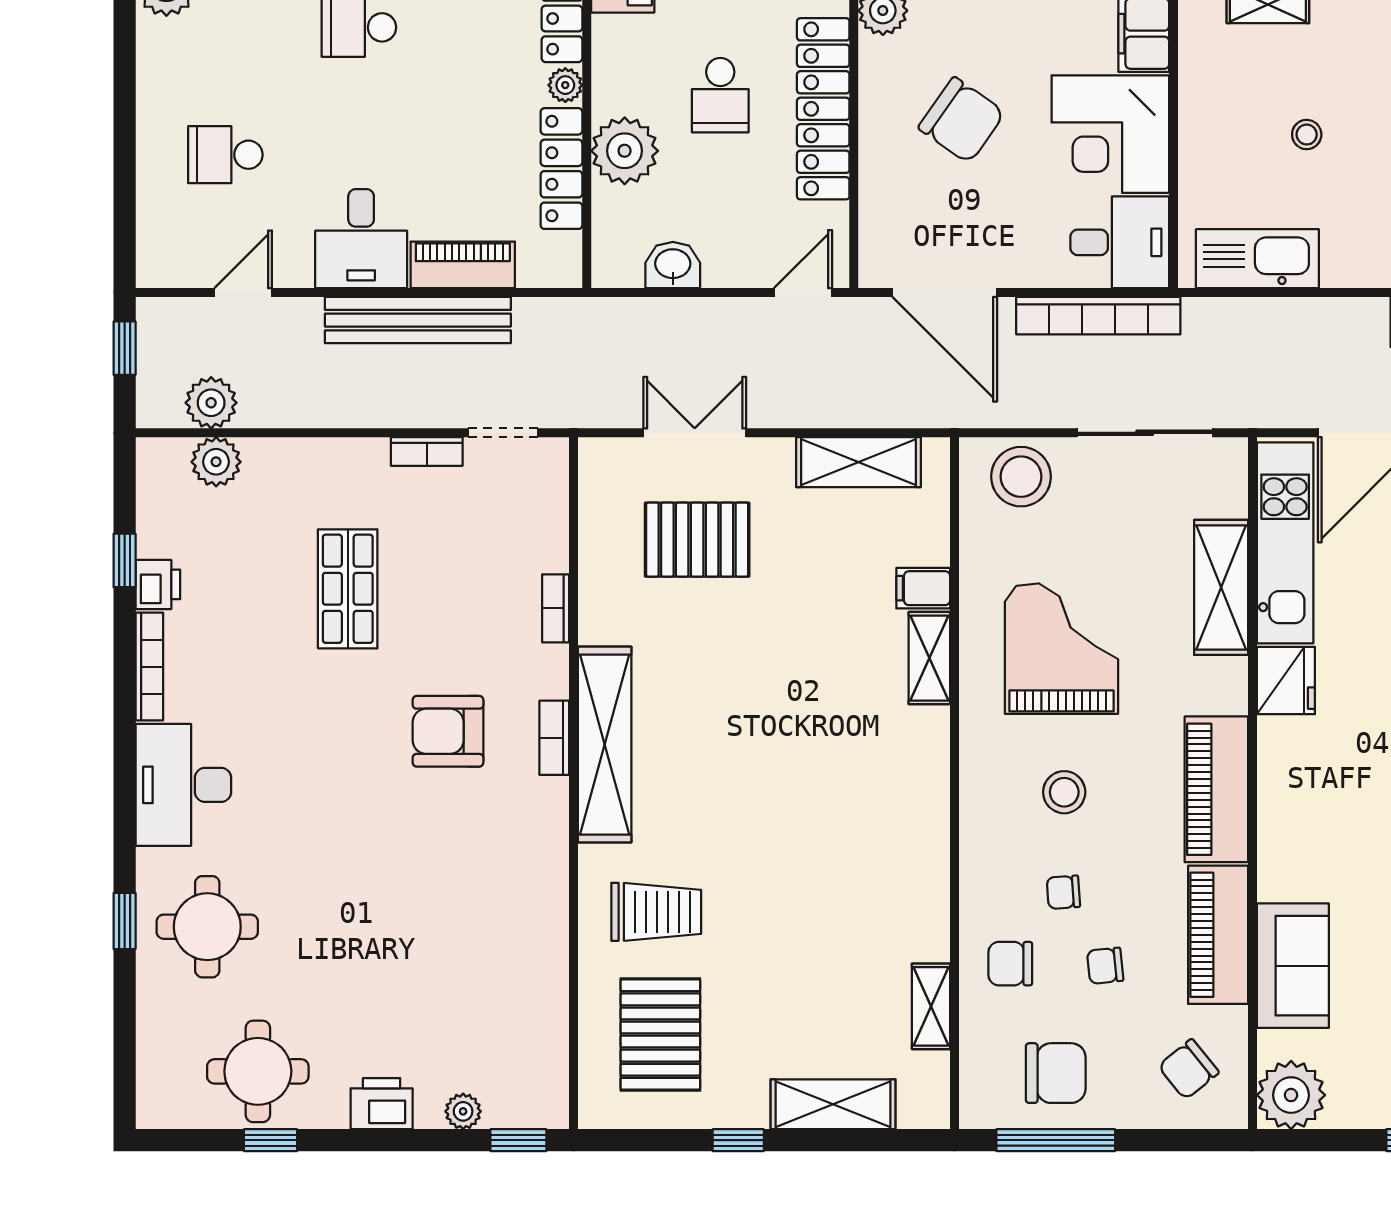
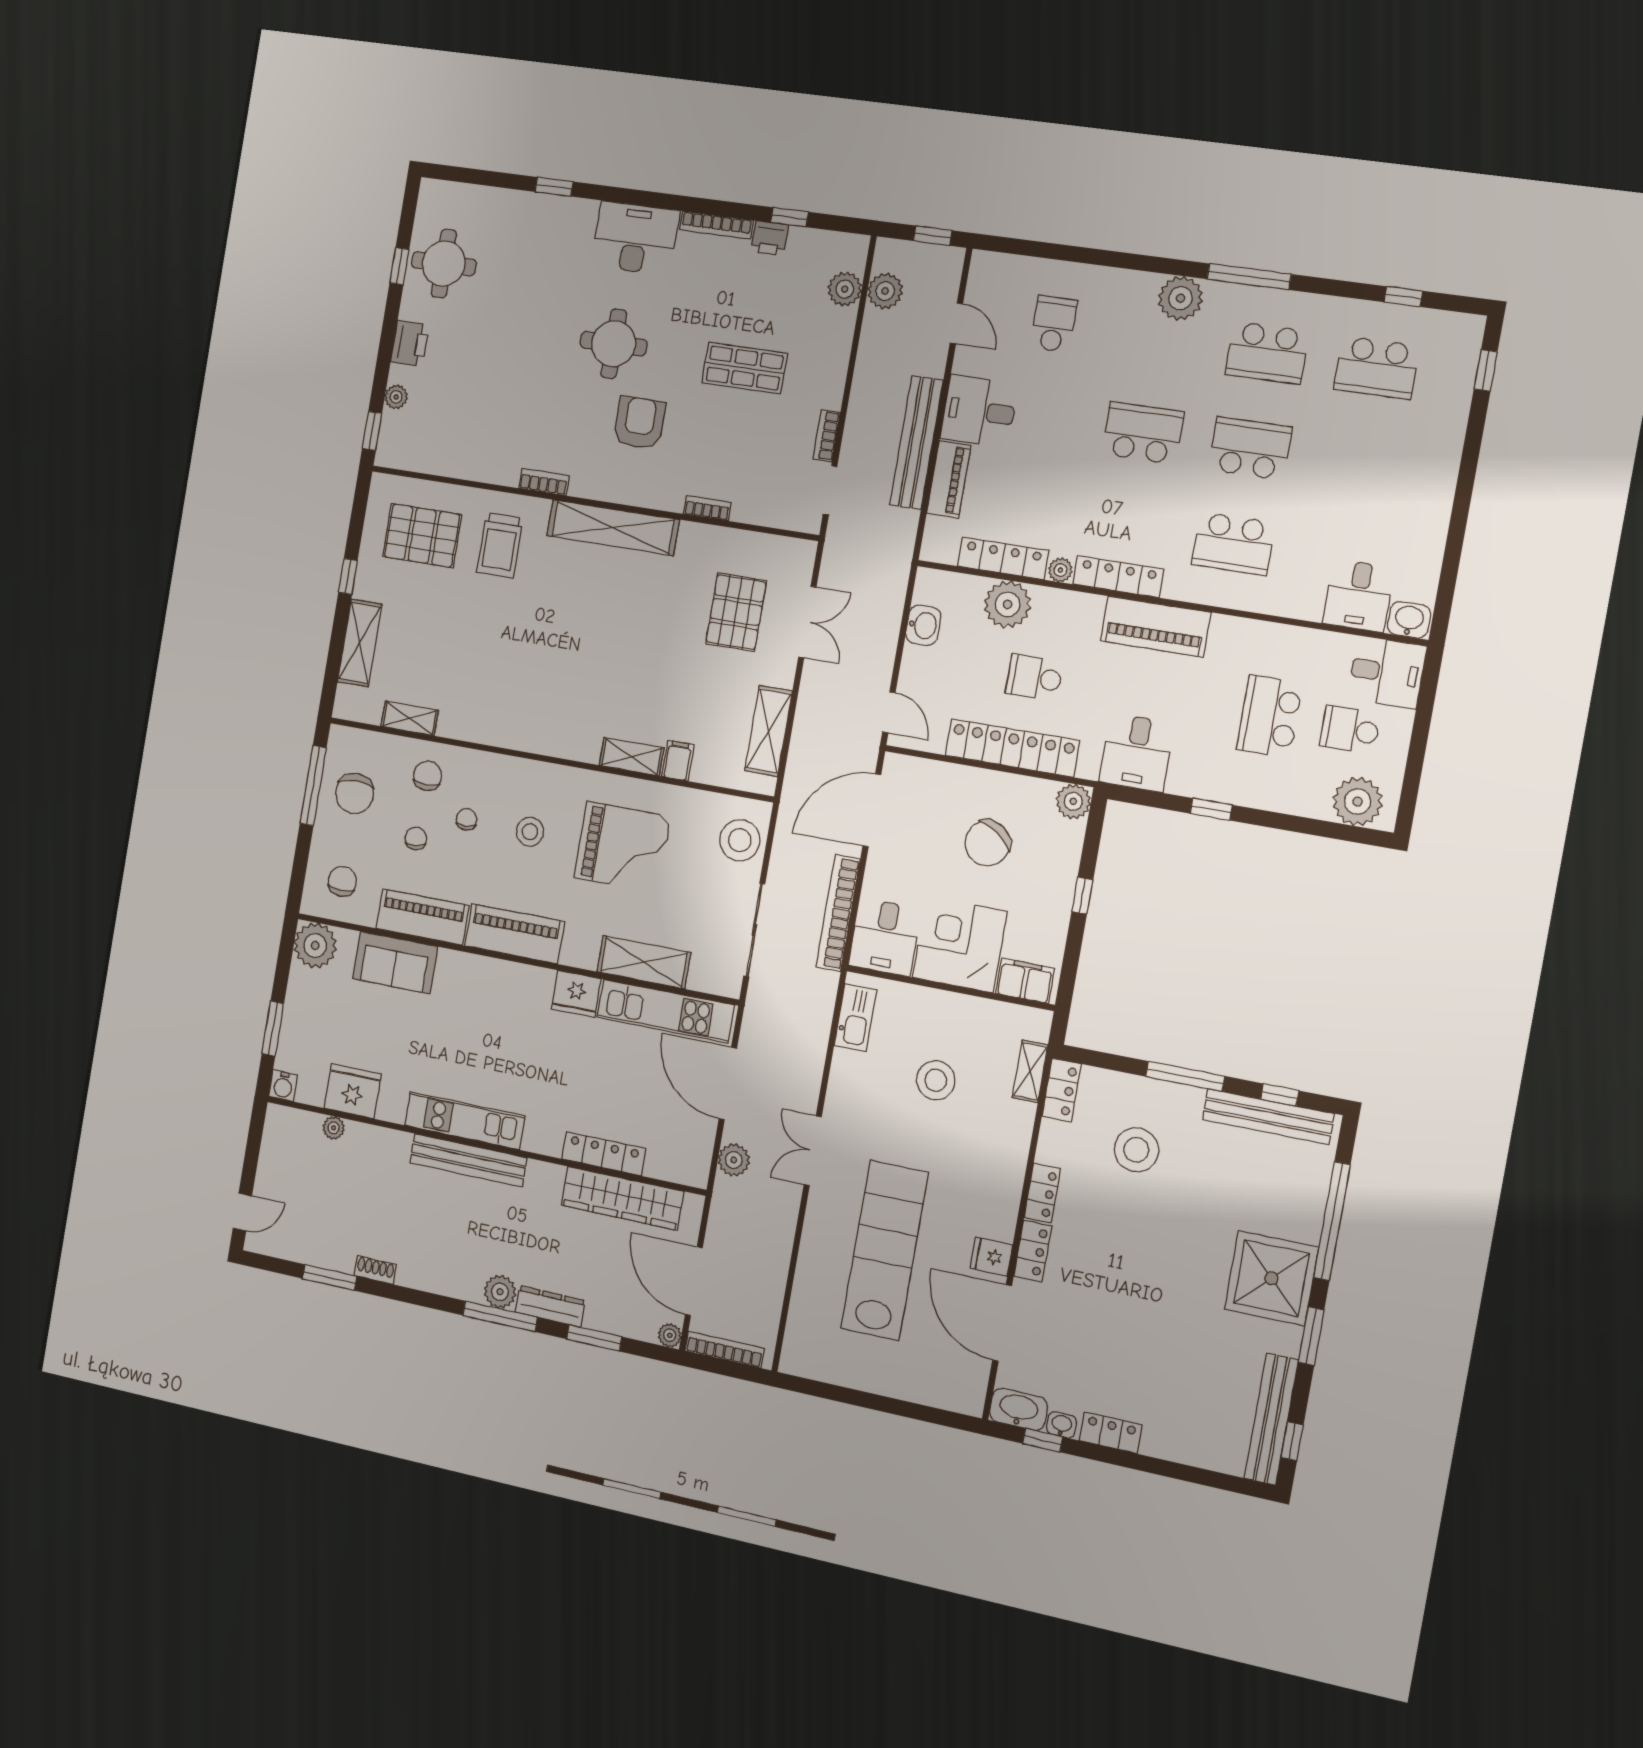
stool: (1307, 135) -> (936, 1080), width x1.89, depth x1.89
kitchen sink: (1257, 259) -> (855, 1018), width x0.73, depth x0.81
bookcase: (554, 738) -> (544, 482), moved
round table: (207, 927) -> (614, 344), moved
chair: (1188, 1069) -> (342, 881), turned 39

